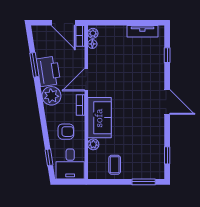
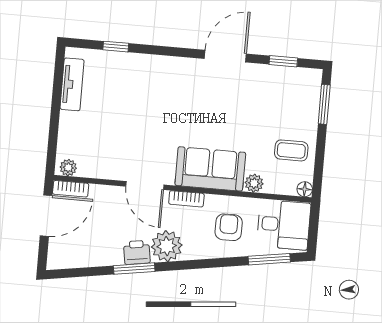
floor lamp: (92, 44) -> (305, 189), moved
window: (34, 65) -> (134, 269), moved
printer: (48, 71) -> (137, 252), width x0.53, depth x0.68
door: (167, 102) -> (225, 56), moved
window: (49, 157) -> (269, 259), width x1.50

